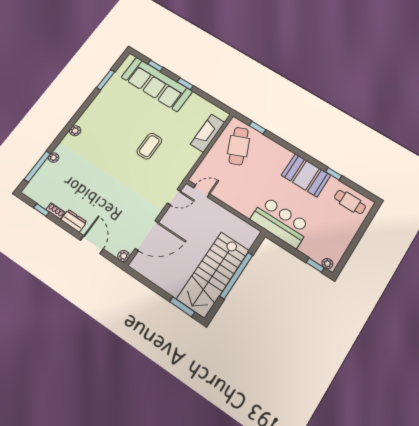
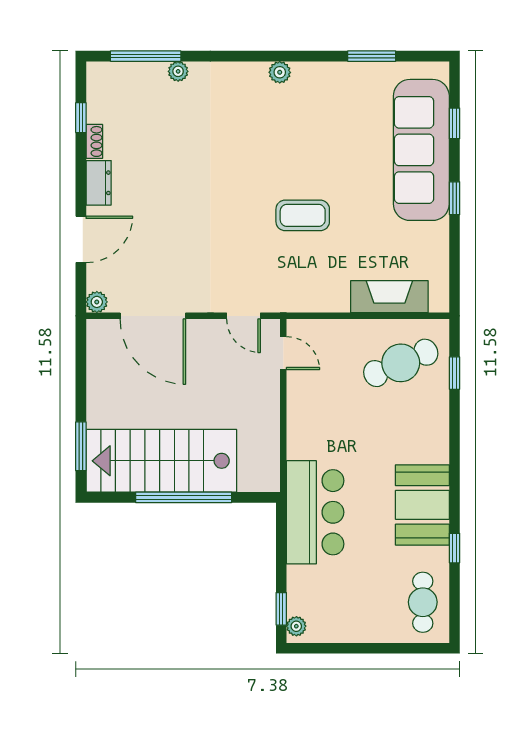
plant: (75, 131) -> (280, 72), moved

